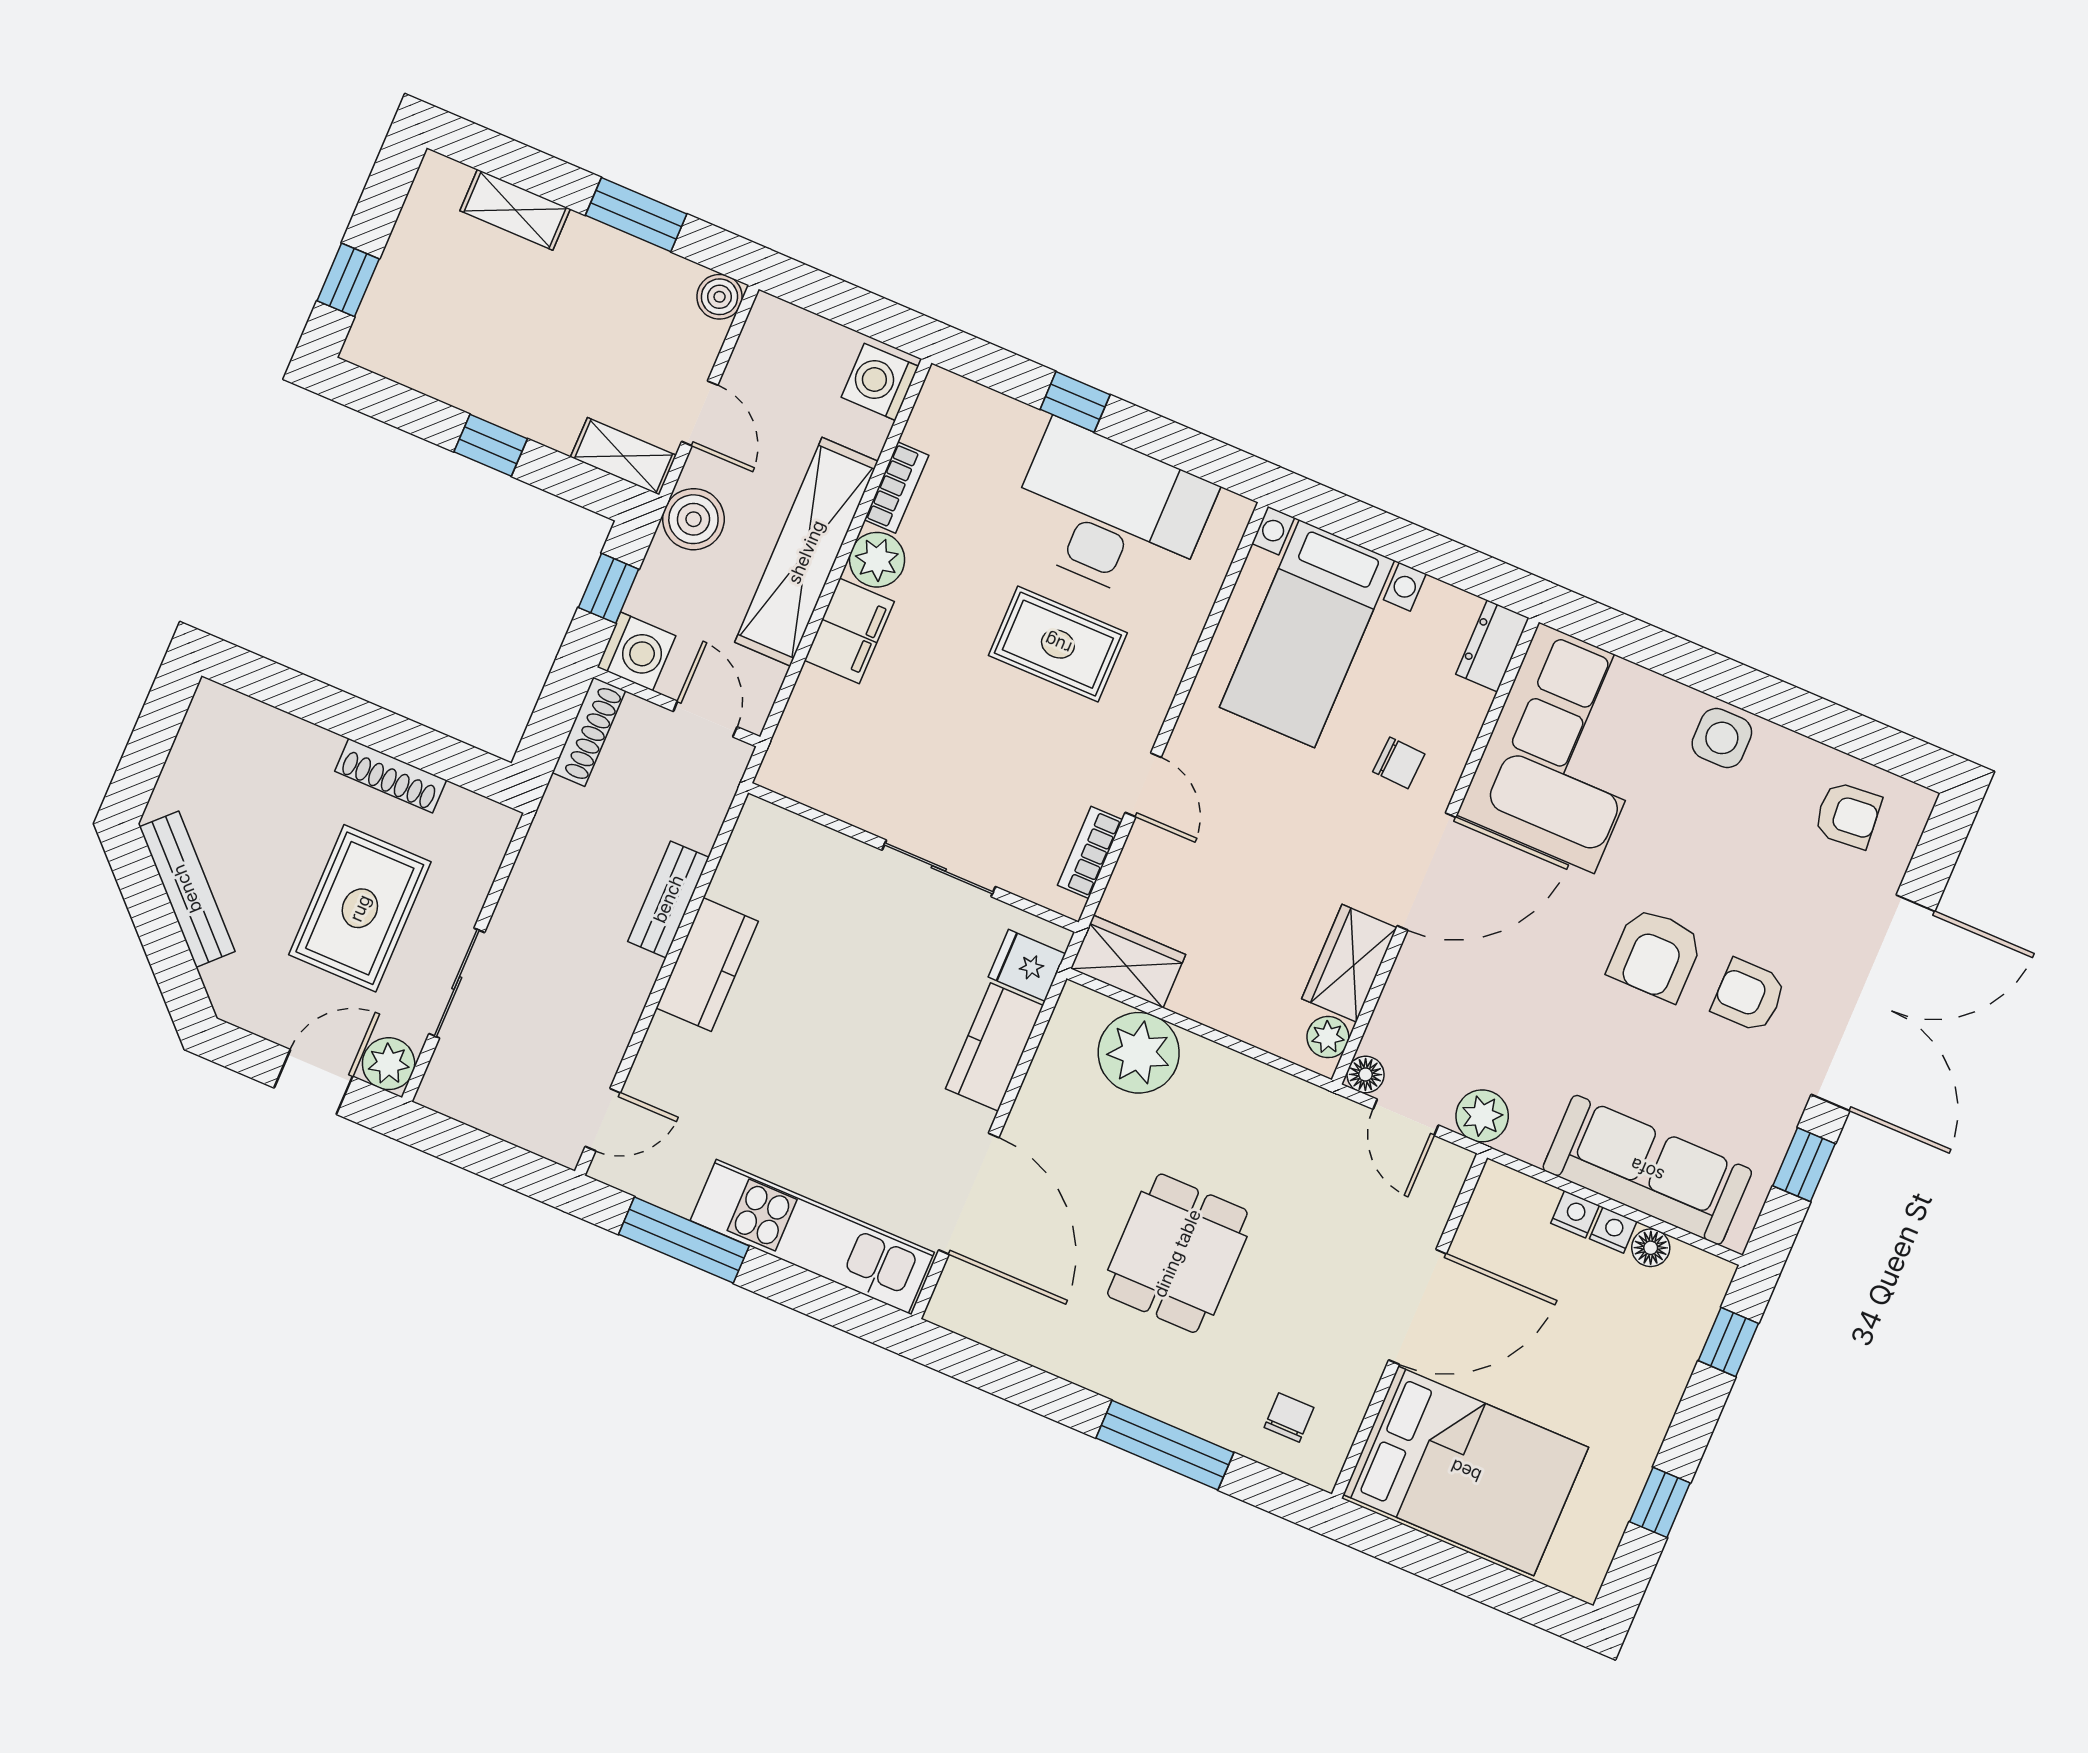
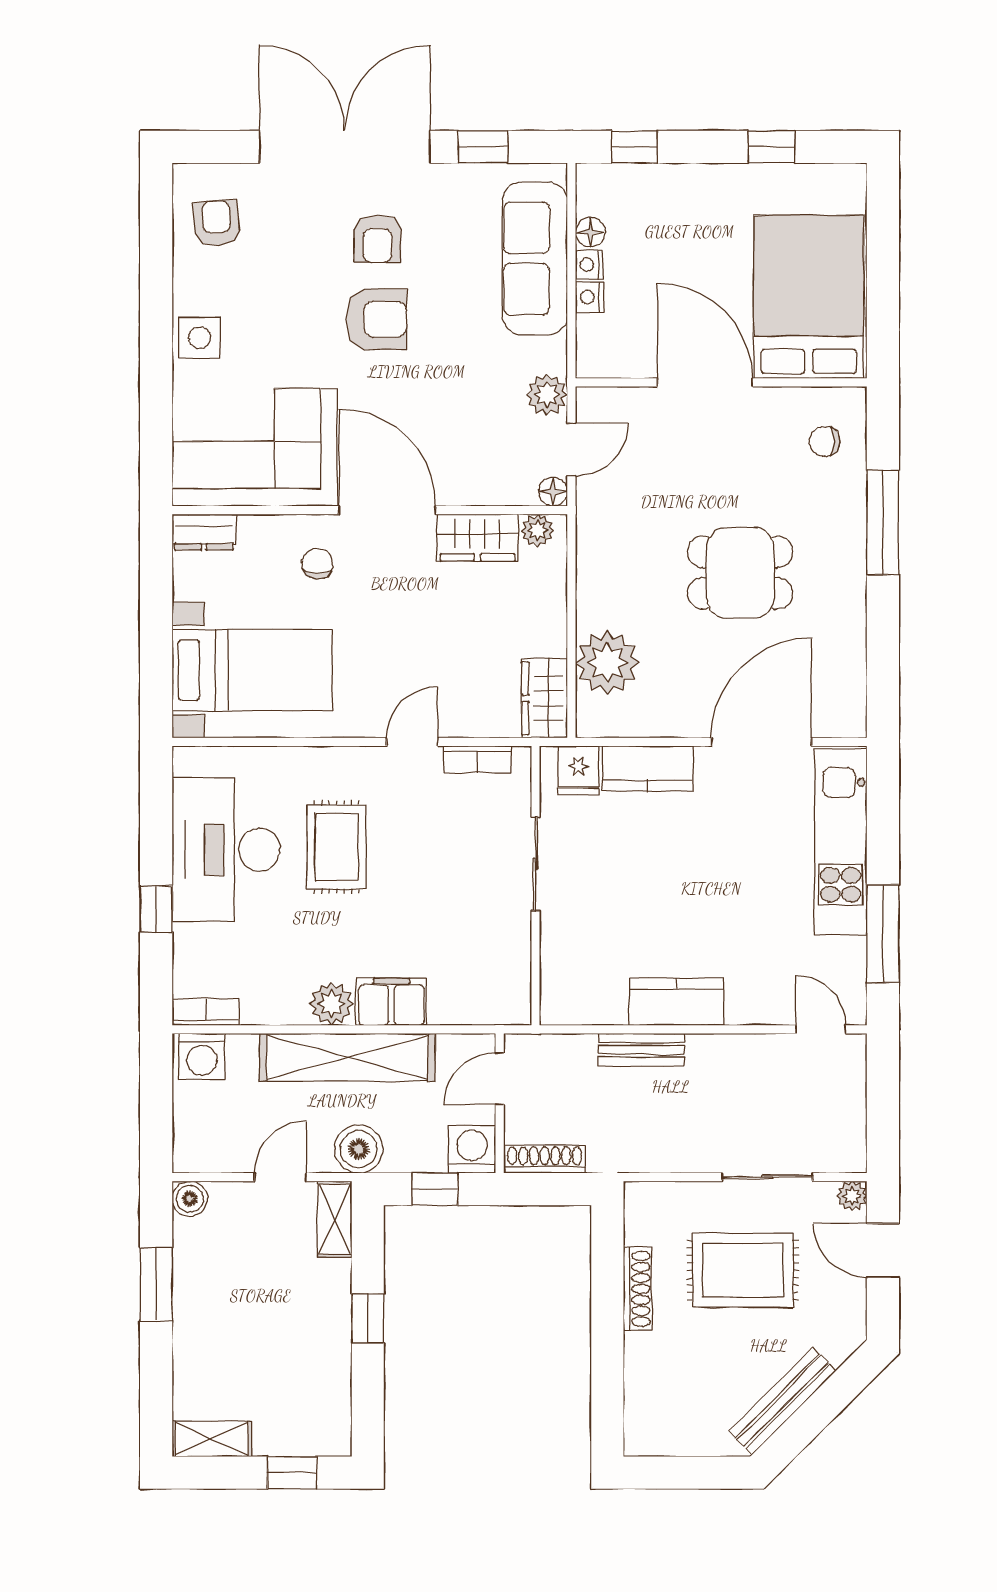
shelving: (515, 210) -> (212, 1439), moved, turned 90
bookcase: (896, 487) -> (206, 1012), moved
plant: (389, 1064) -> (852, 1196), width x0.73, depth x0.73

